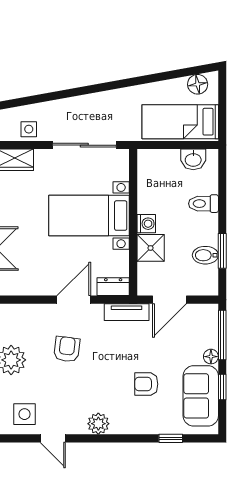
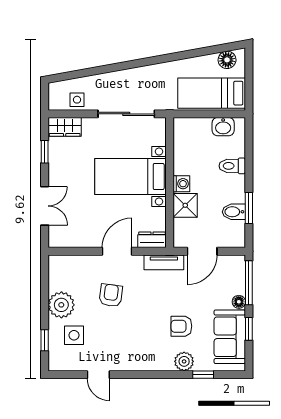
side table: (25, 414) -> (74, 335), moved
plant: (98, 424) -> (184, 361), moved

